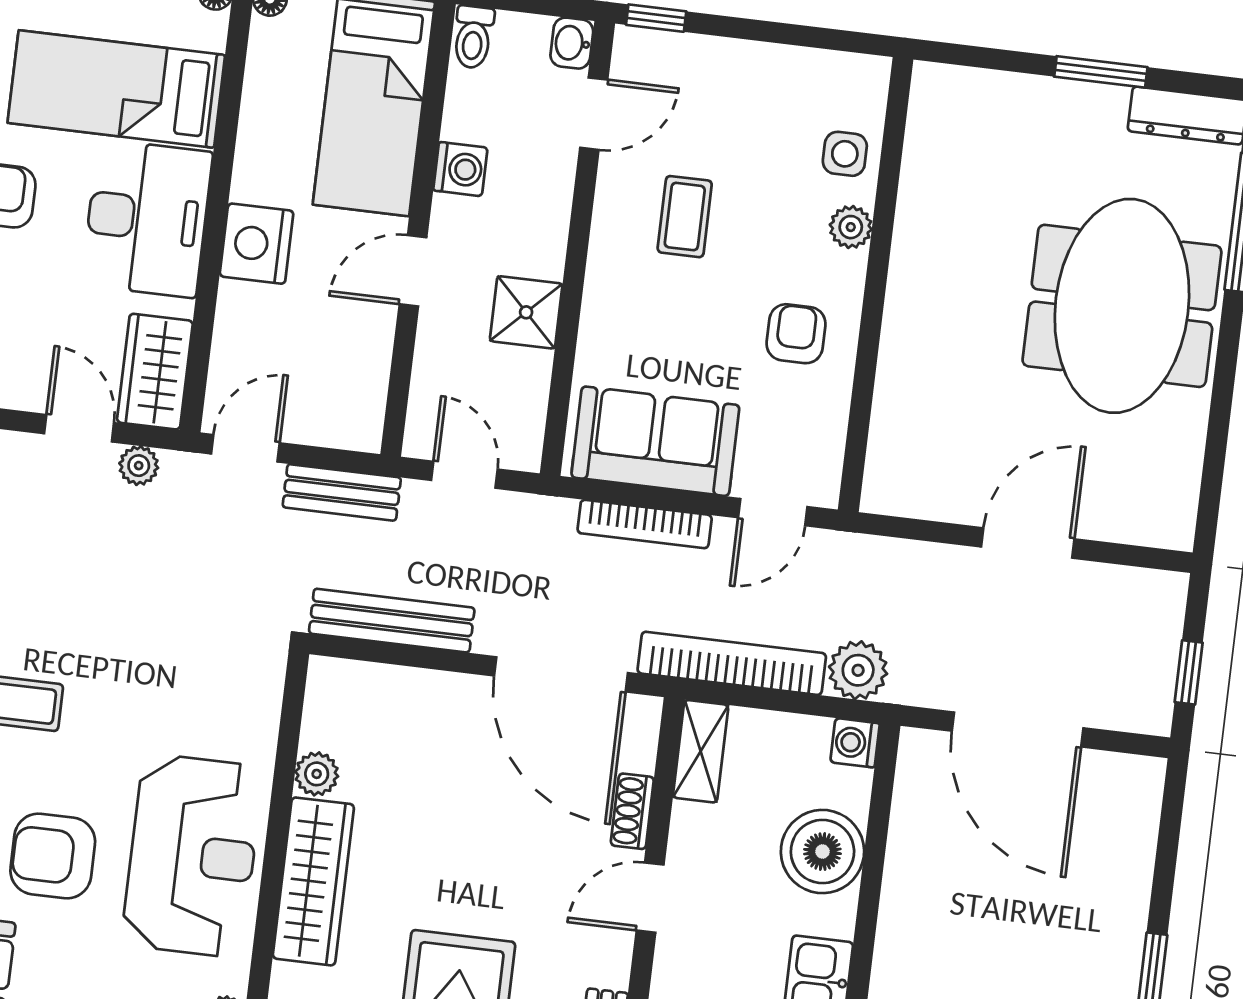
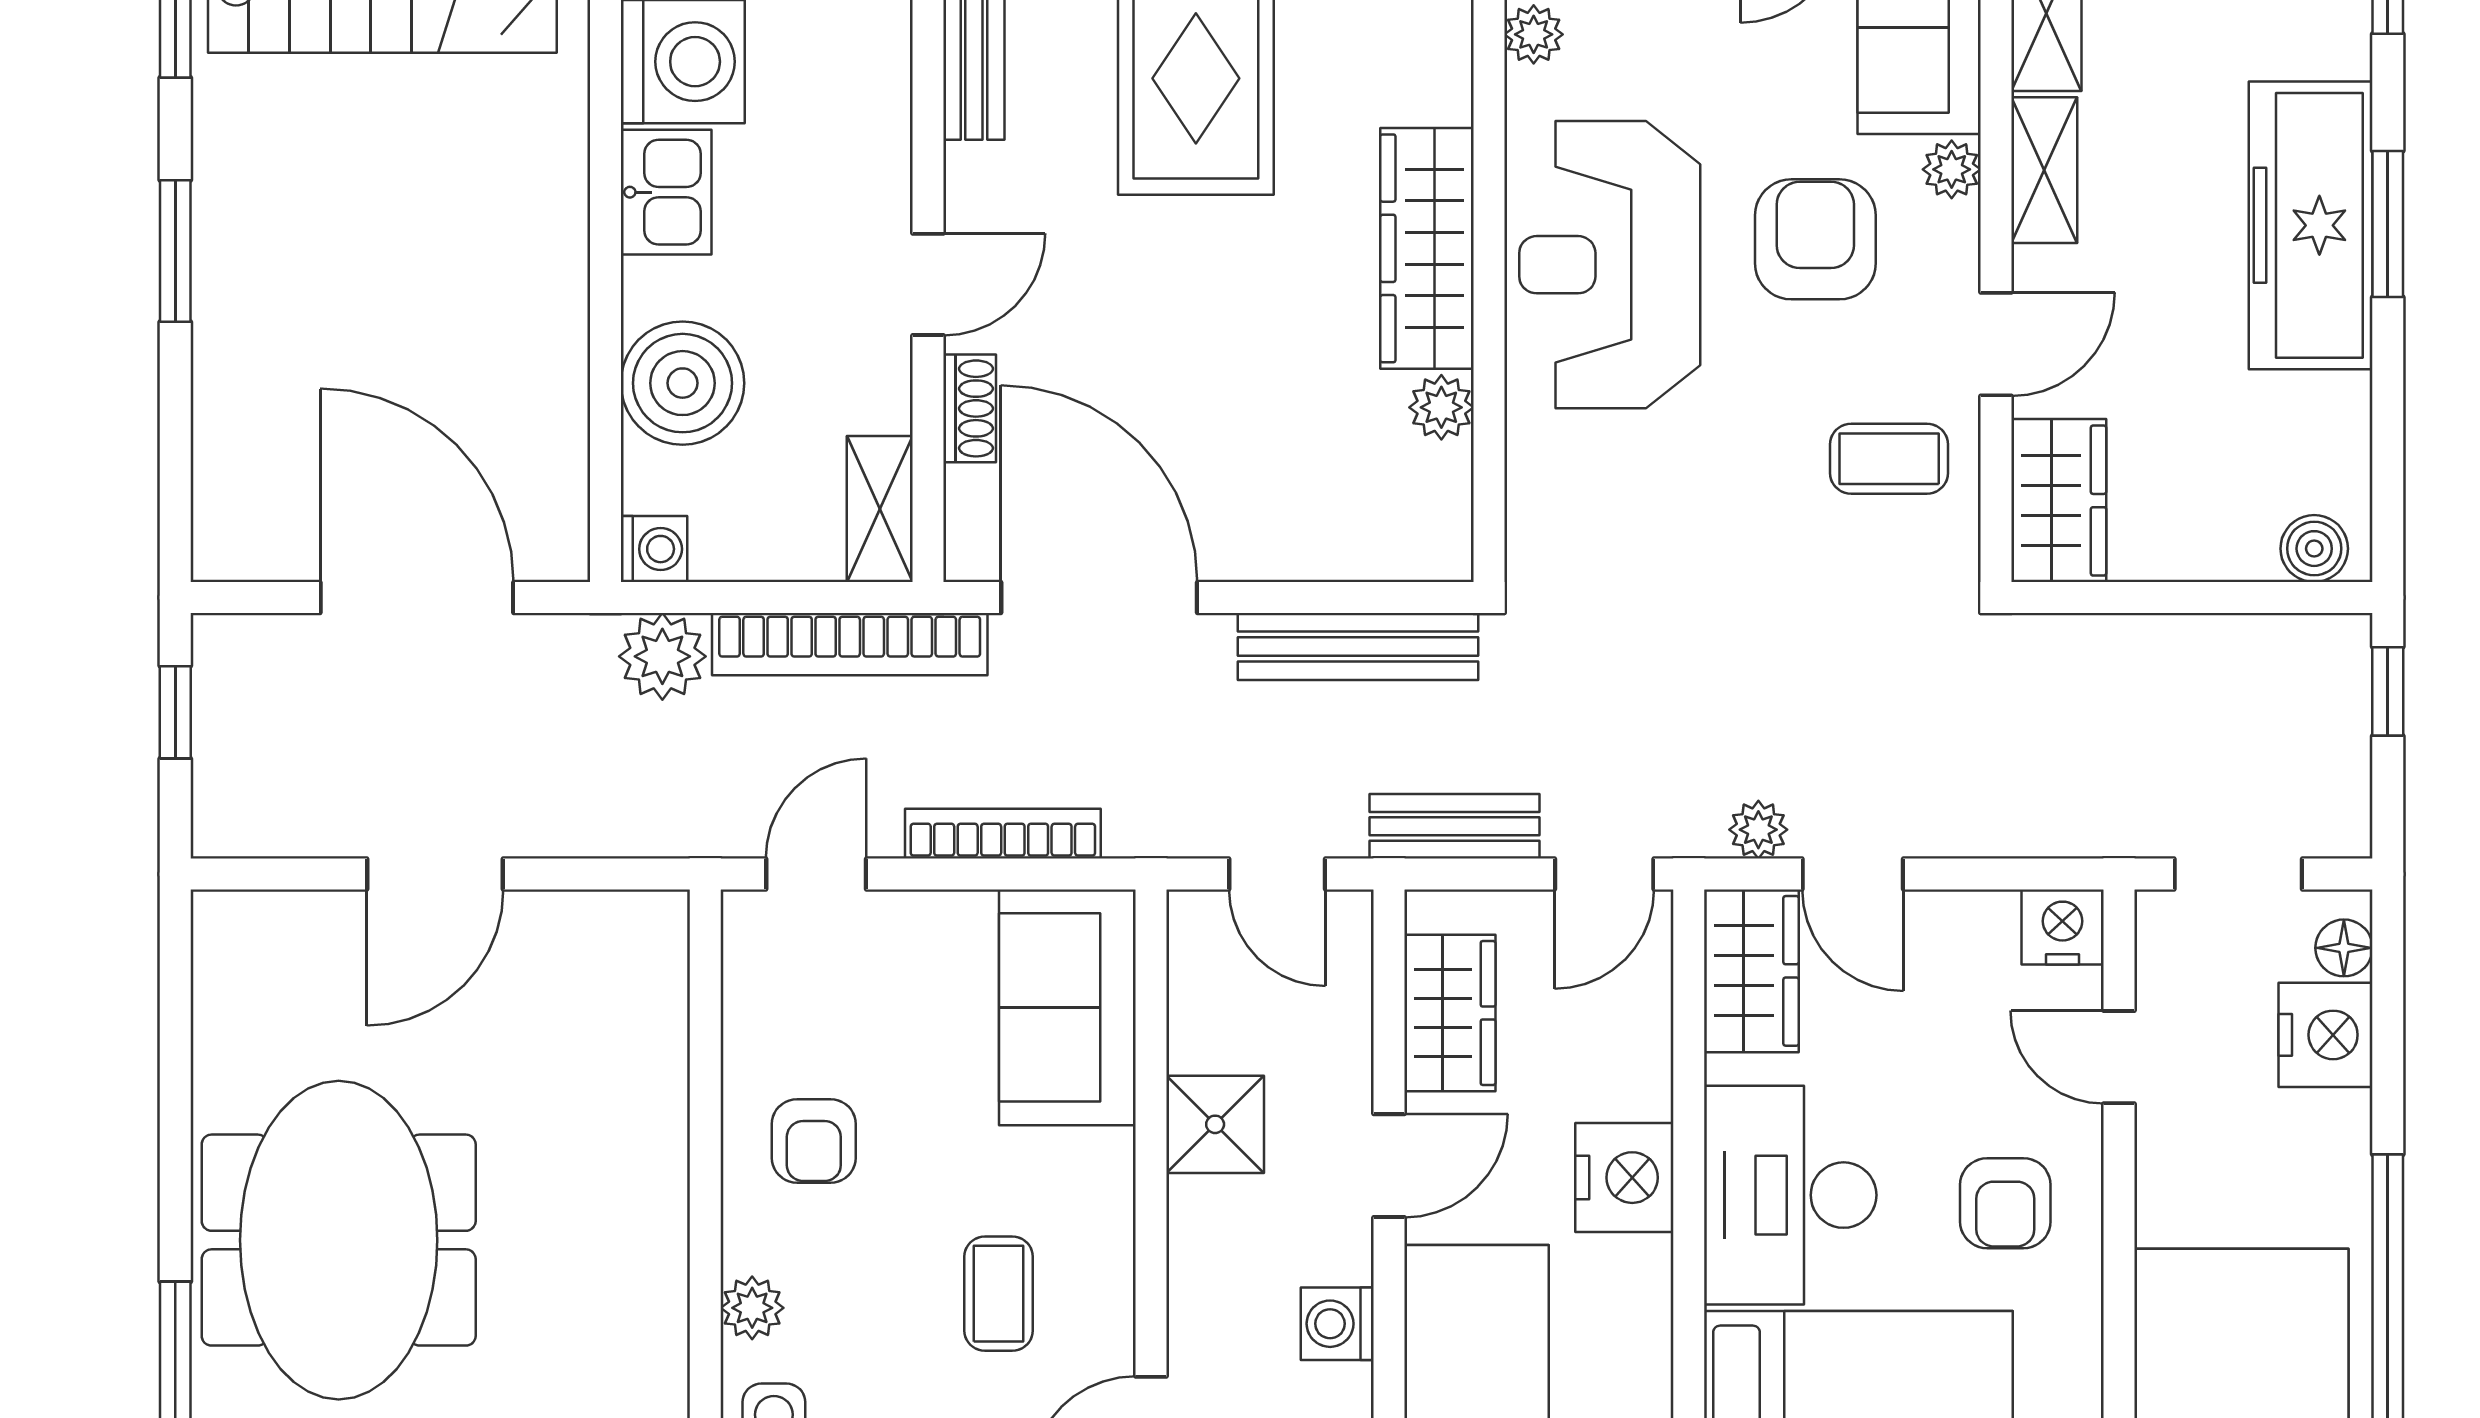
wardrobe: (360, 368) -> (1450, 1013), added
sofa: (655, 441) -> (1067, 1007), moved, turned 90
armchair: (53, 856) -> (1815, 239), turned -90

